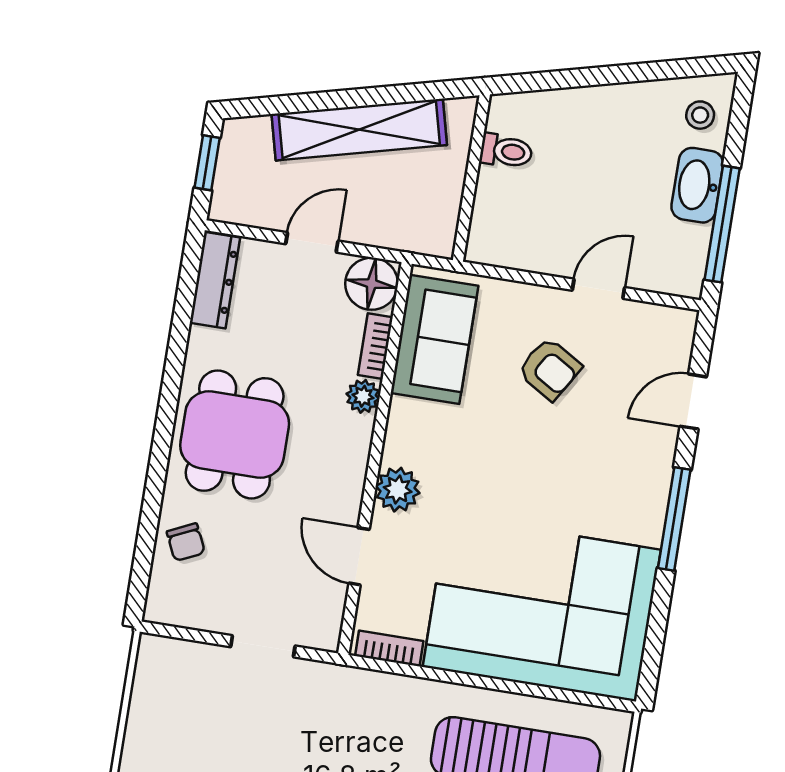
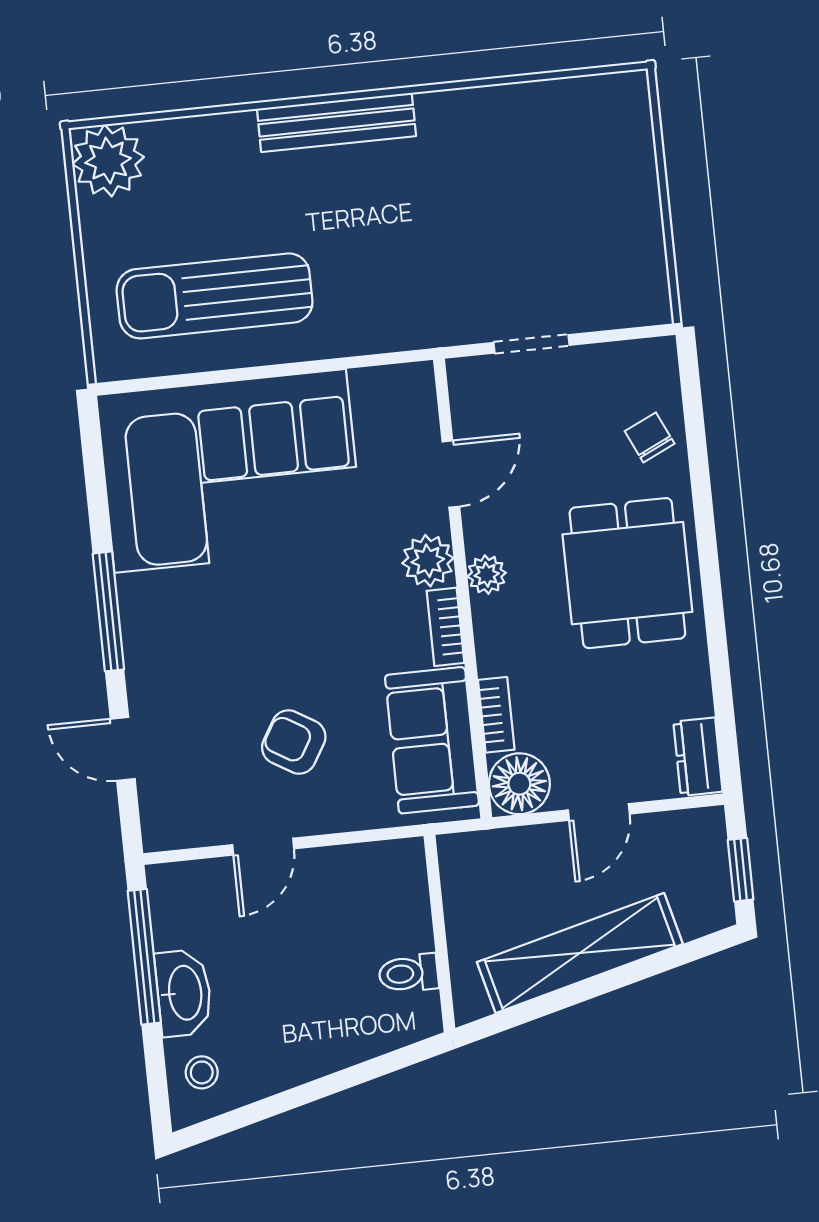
dresser: (215, 280) -> (698, 757), width x0.70
plant: (363, 396) -> (487, 575), moved
door: (693, 402) -> (123, 749), swing flipped
door: (359, 556) -> (451, 474), hinge flipped
bookcase: (389, 649) -> (446, 627), moved, turned 90

